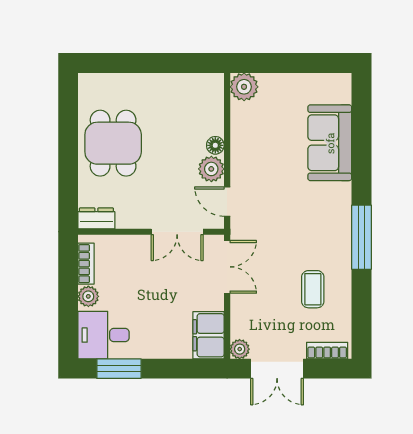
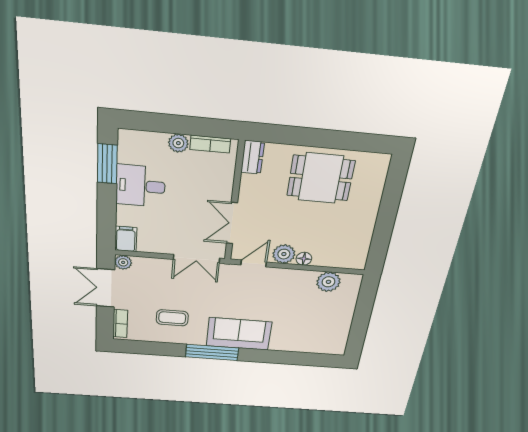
plant: (244, 87) -> (328, 282), moved
sofa: (330, 143) -> (239, 334), moved
desk: (104, 335) -> (141, 186), moved, turned -90
filing cabinet: (208, 335) -> (126, 239), width x0.50

